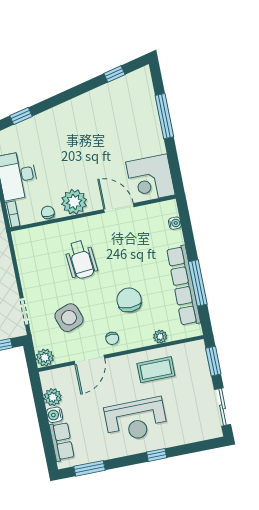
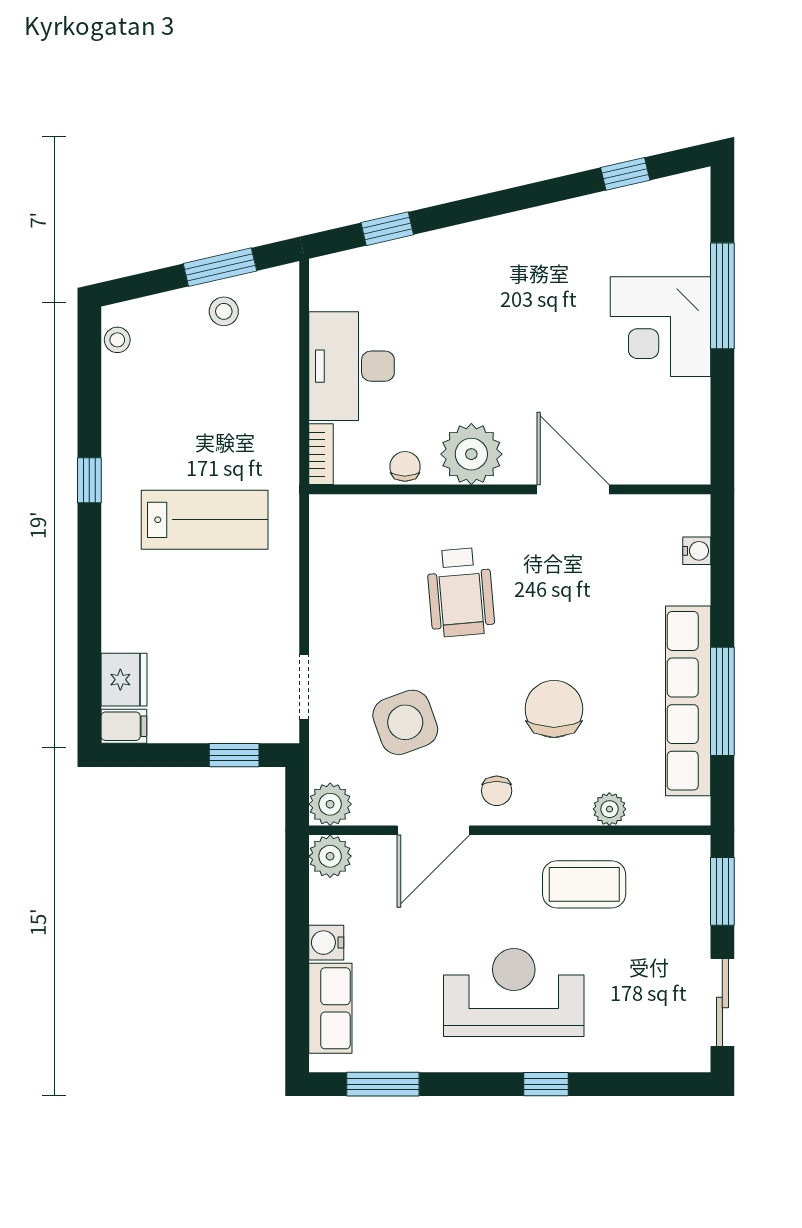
corner desk: (150, 178) -> (661, 327), moved
plant: (53, 397) -> (330, 856), moved
reception desk: (136, 420) -> (514, 992), turned 180

